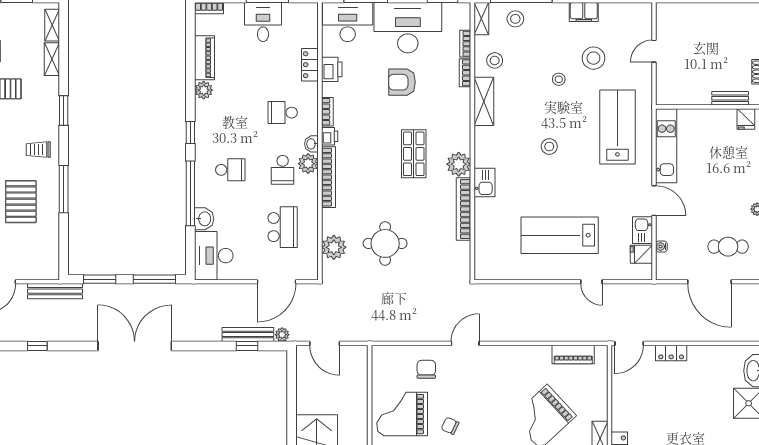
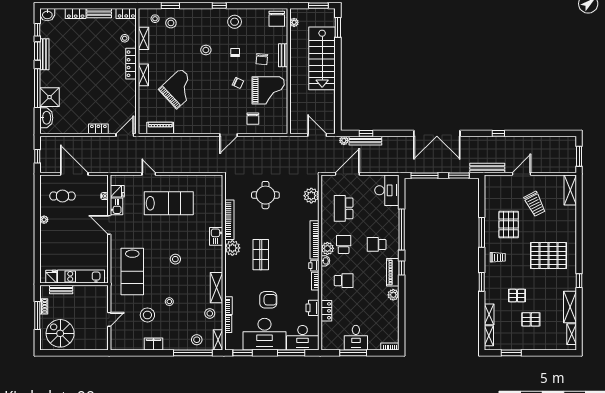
spiral stairs: (732, 29) -> (60, 333), added
piano: (205, 58) -> (393, 272), moved
kitchen unit: (666, 146) -> (81, 276), moved, turned 90
washbasin: (204, 219) -> (393, 214), removed
round table: (385, 243) -> (265, 195), moved

